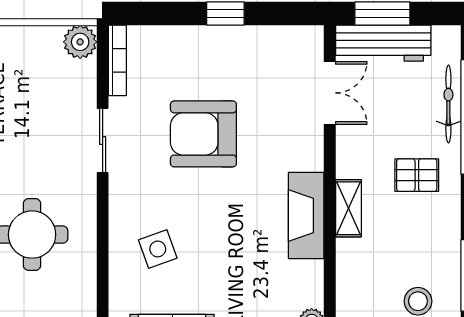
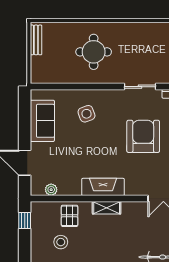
pallet: (417, 175) -> (70, 216), moved

